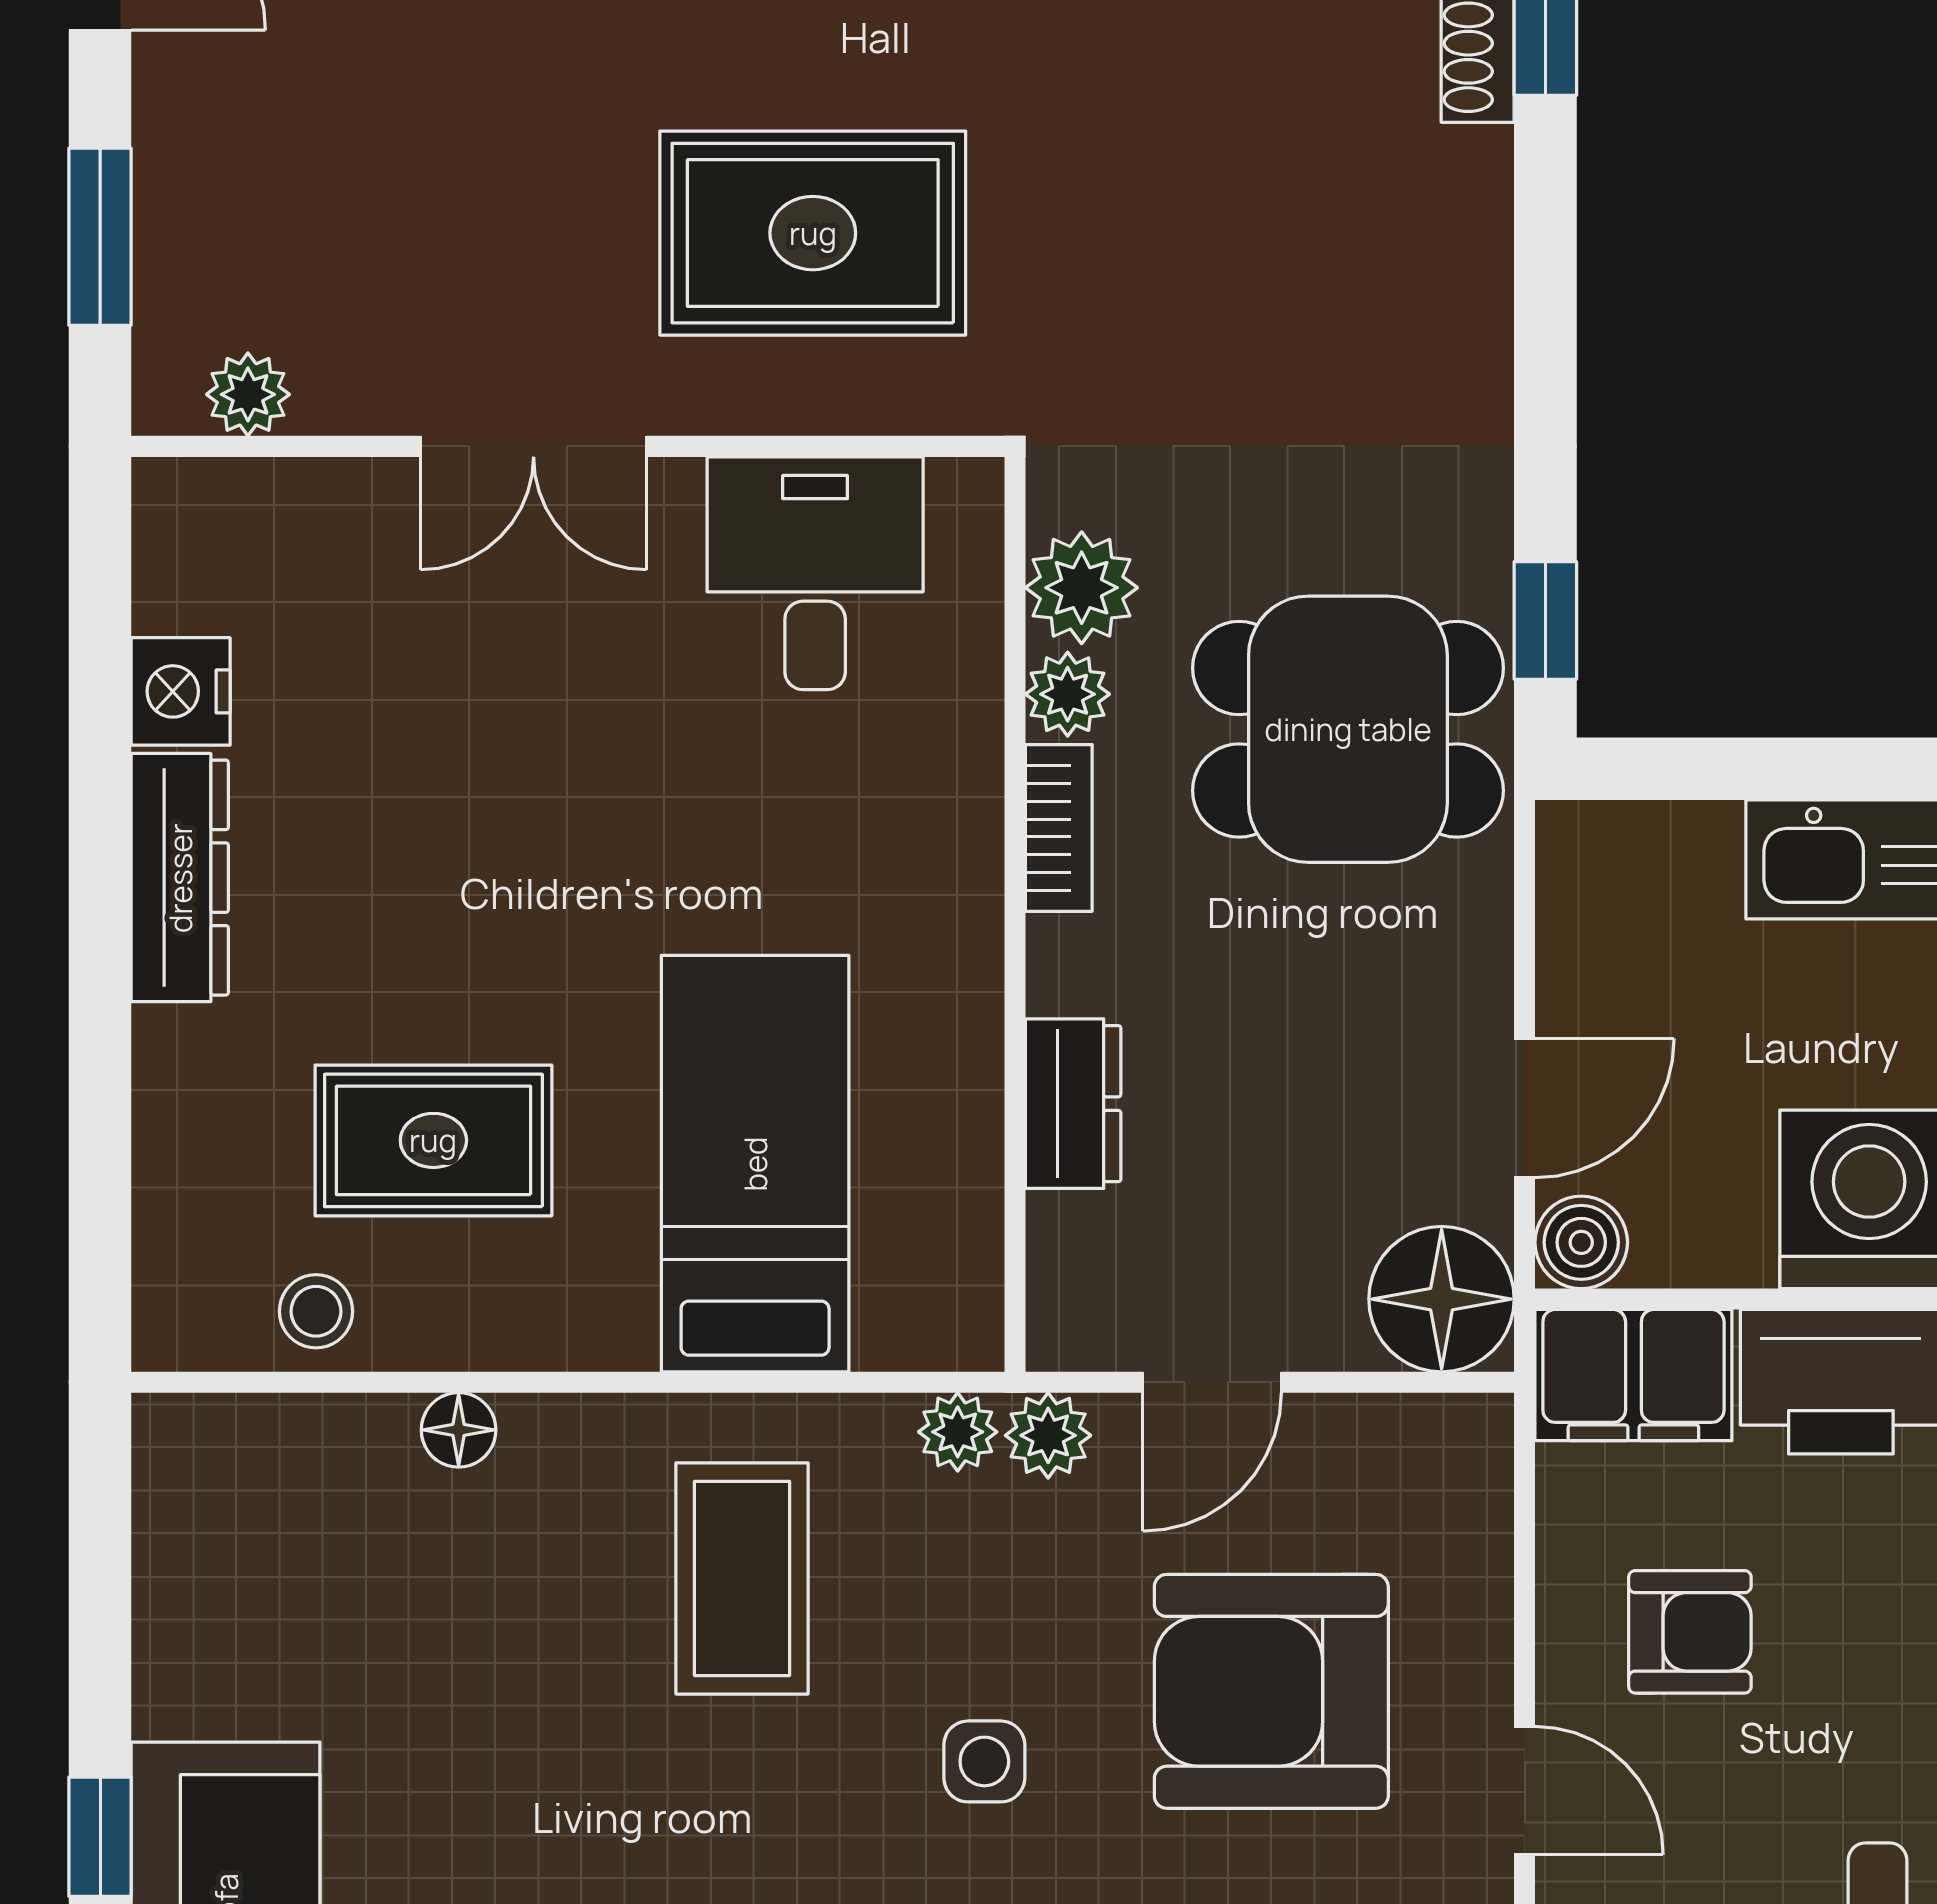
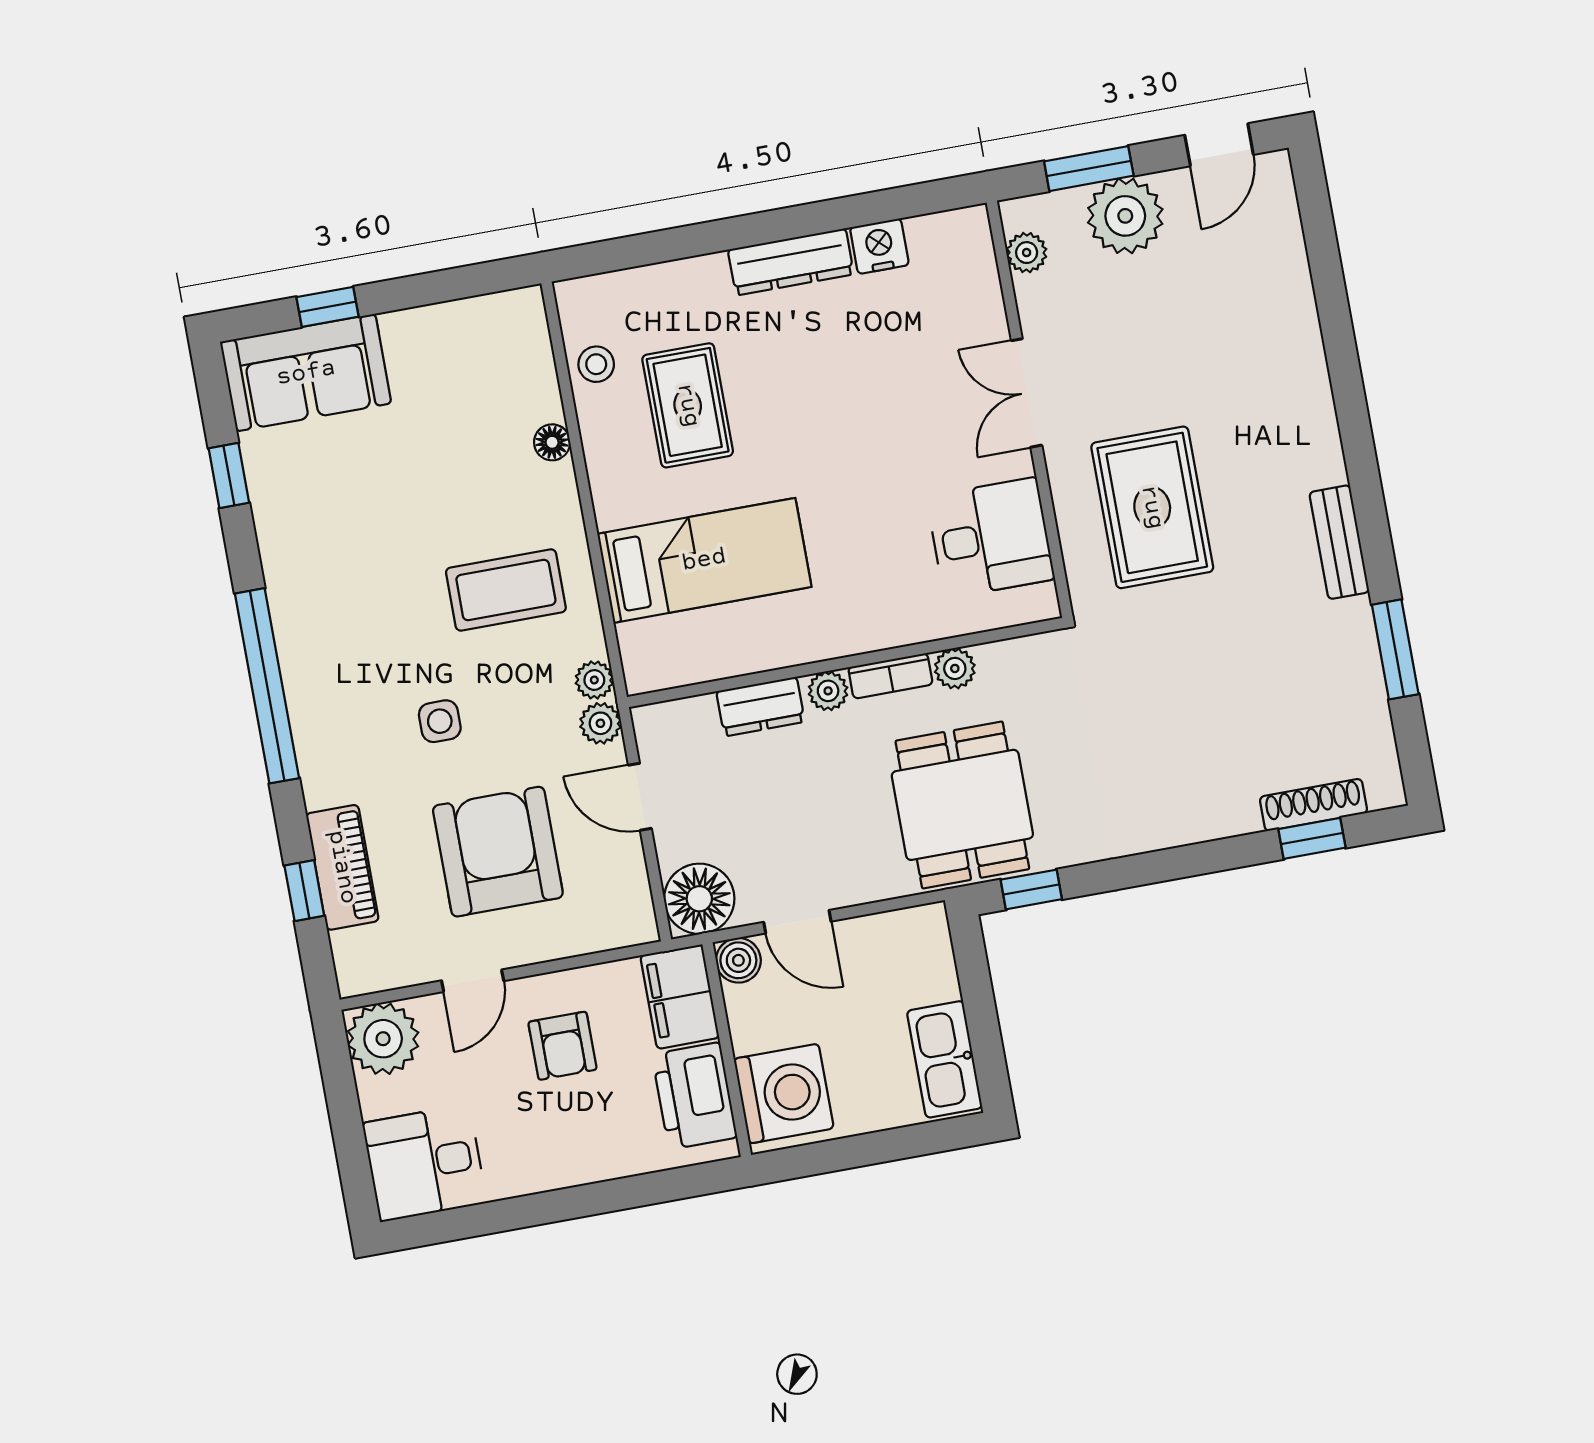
plant: (210, 180) -> (1125, 216), added
plant: (1082, 588) -> (828, 691), moved, width x0.73, depth x0.73

